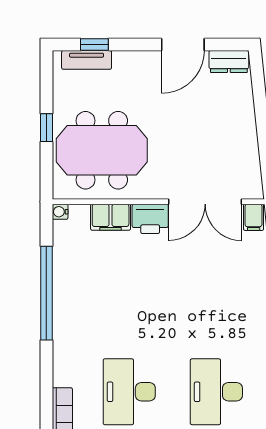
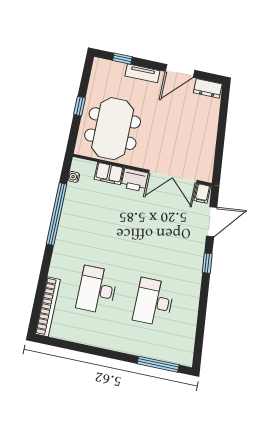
tv unit: (87, 60) -> (142, 73), moved
meeting table: (102, 150) -> (113, 129), turned 90
water cooler: (60, 212) -> (74, 177), moved

